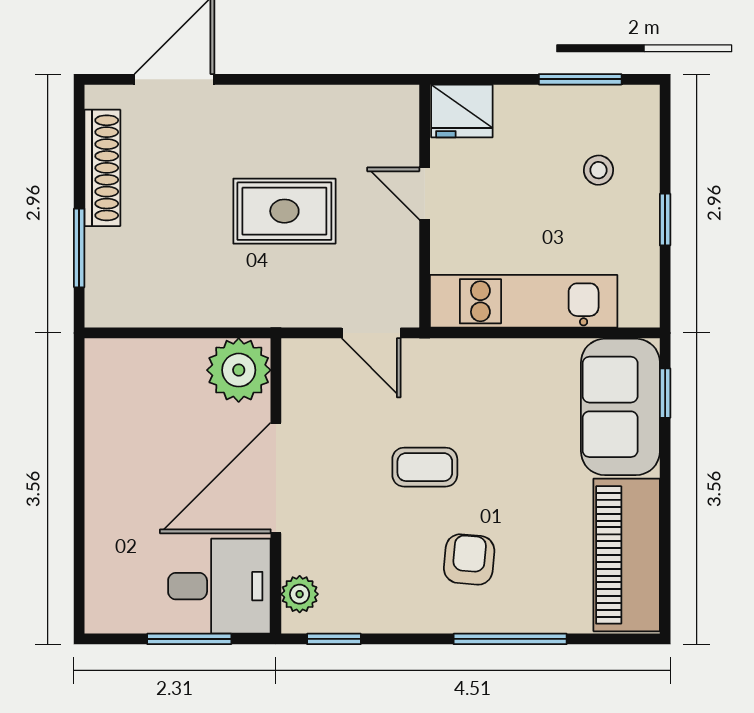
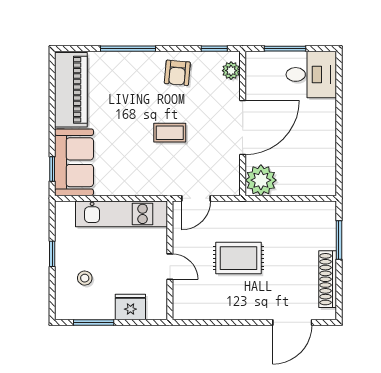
fridge: (462, 111) -> (130, 307), moved
door: (371, 333) -> (196, 198), swing flipped
armchair: (469, 559) -> (177, 73), moved
desk: (219, 586) -> (311, 74), moved, turned 180

